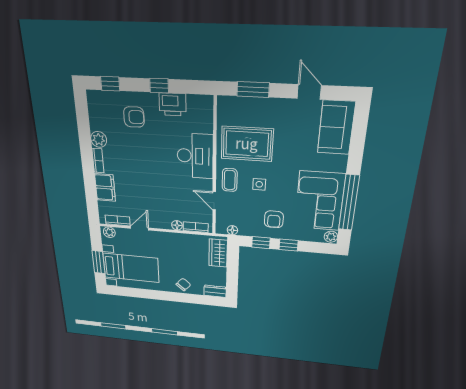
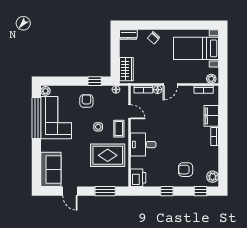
printer: (173, 104) -> (138, 178), moved, turned 90
plant: (99, 139) -> (213, 177), moved
desk: (195, 156) -> (143, 145), width x0.73
door: (139, 228) -> (170, 85), moved
window: (289, 245) -> (75, 81), removed
window: (99, 262) -> (223, 51), removed

